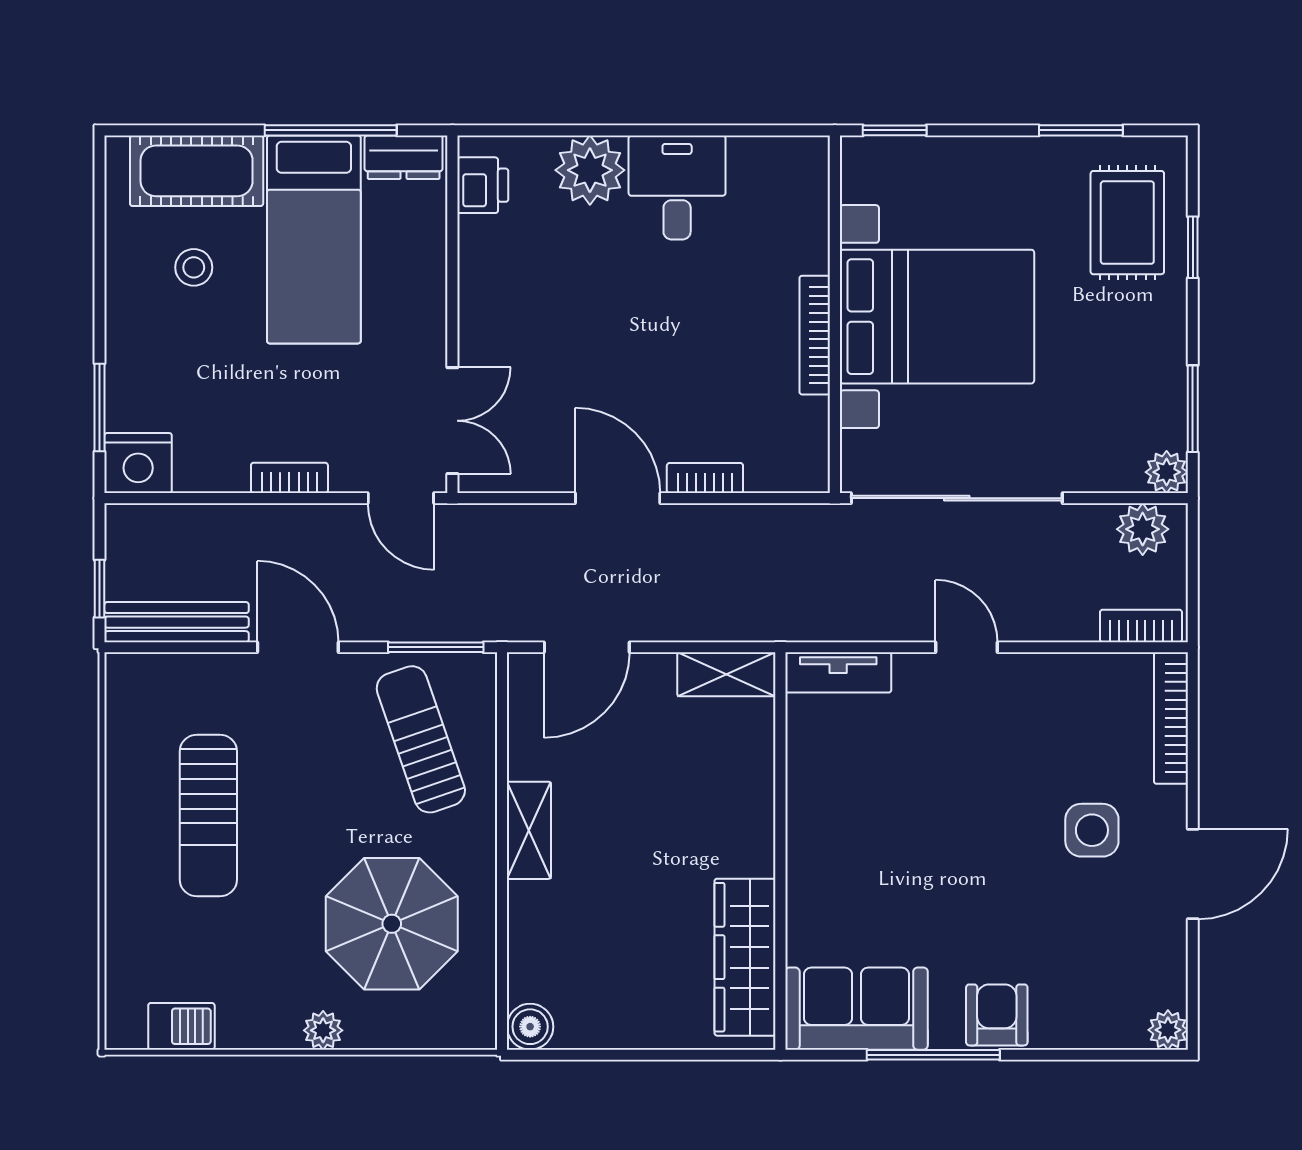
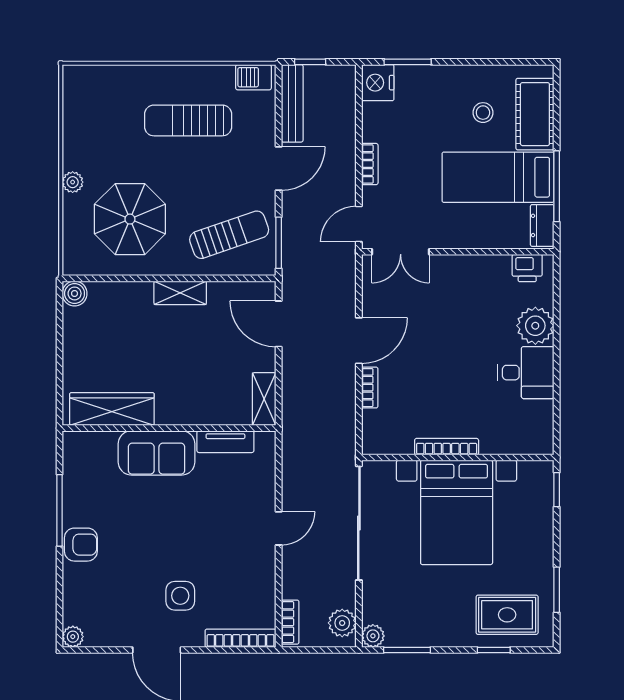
tv unit: (838, 672) -> (225, 442), moved, turned -90
sofa: (856, 1009) -> (157, 453), moved, turned 90
barbecue: (181, 1026) -> (253, 77), moved, turned 90

